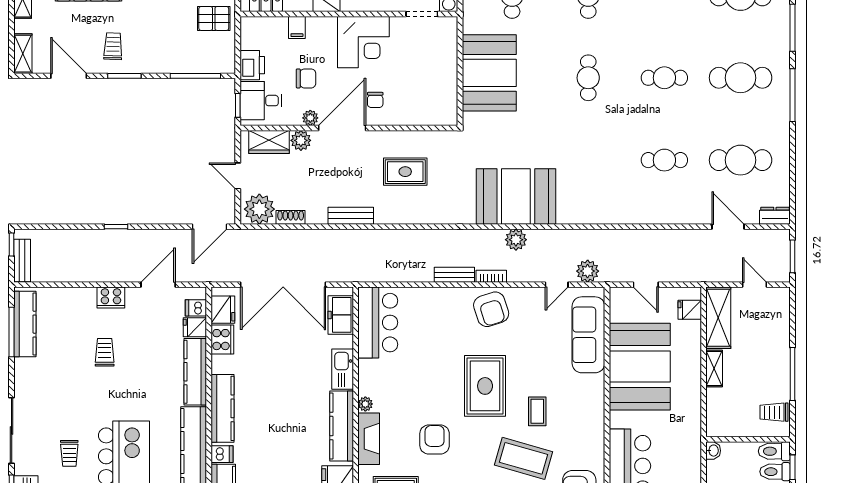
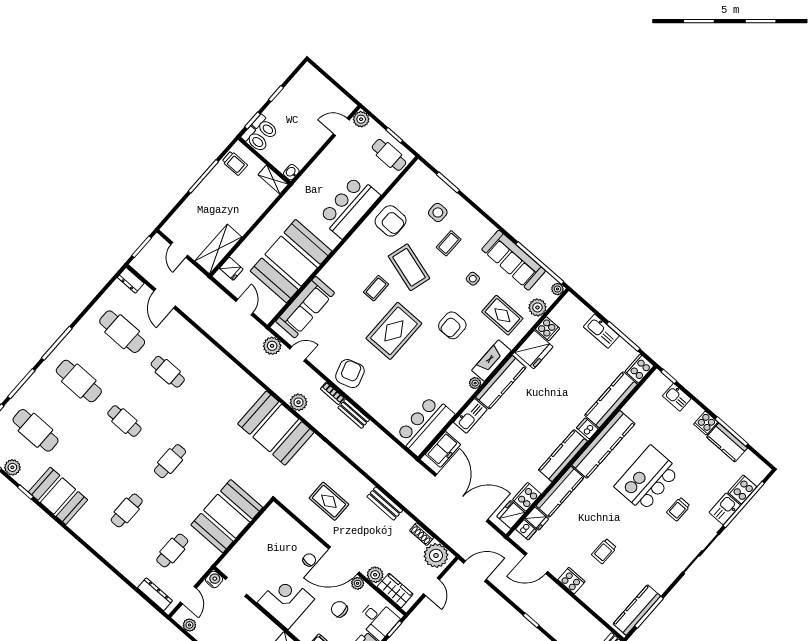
shelving: (714, 369) -> (273, 179), moved, turned 90
trolley: (69, 453) -> (678, 509), turned 180

